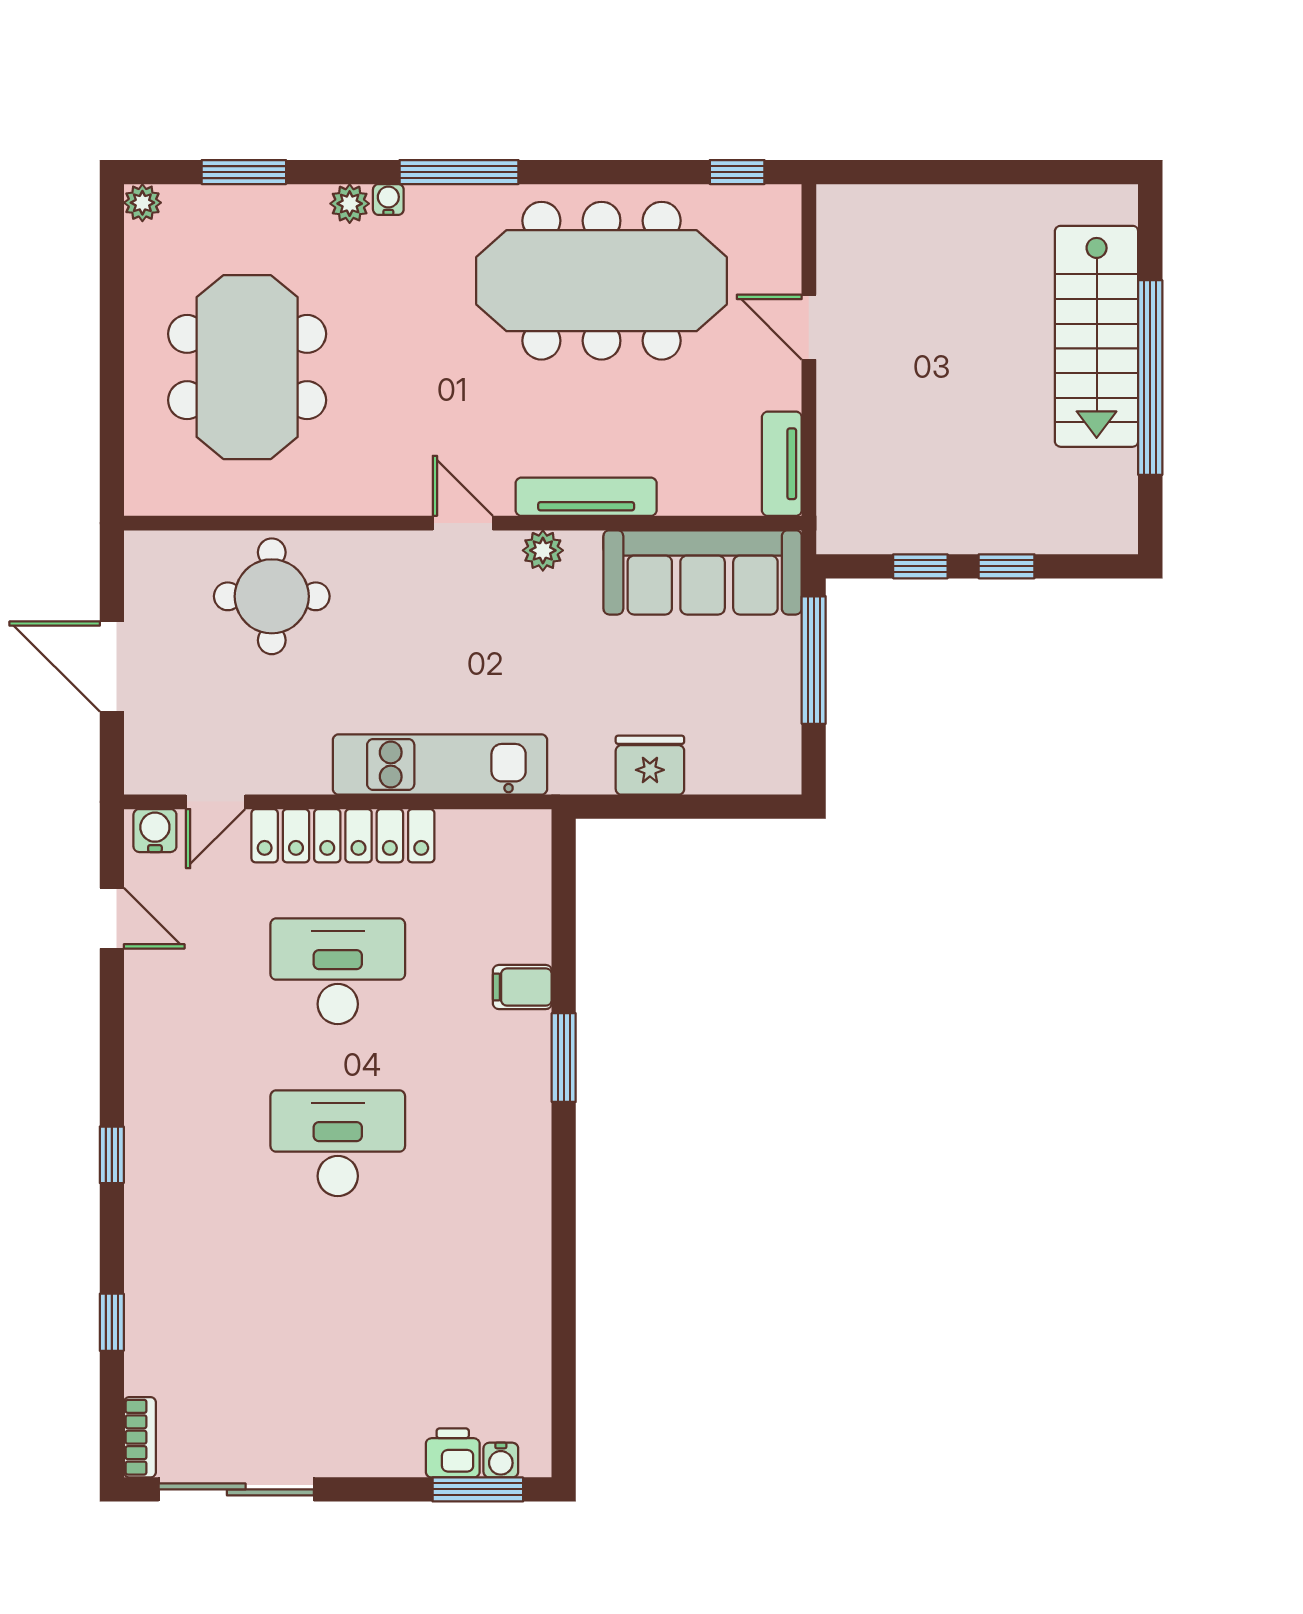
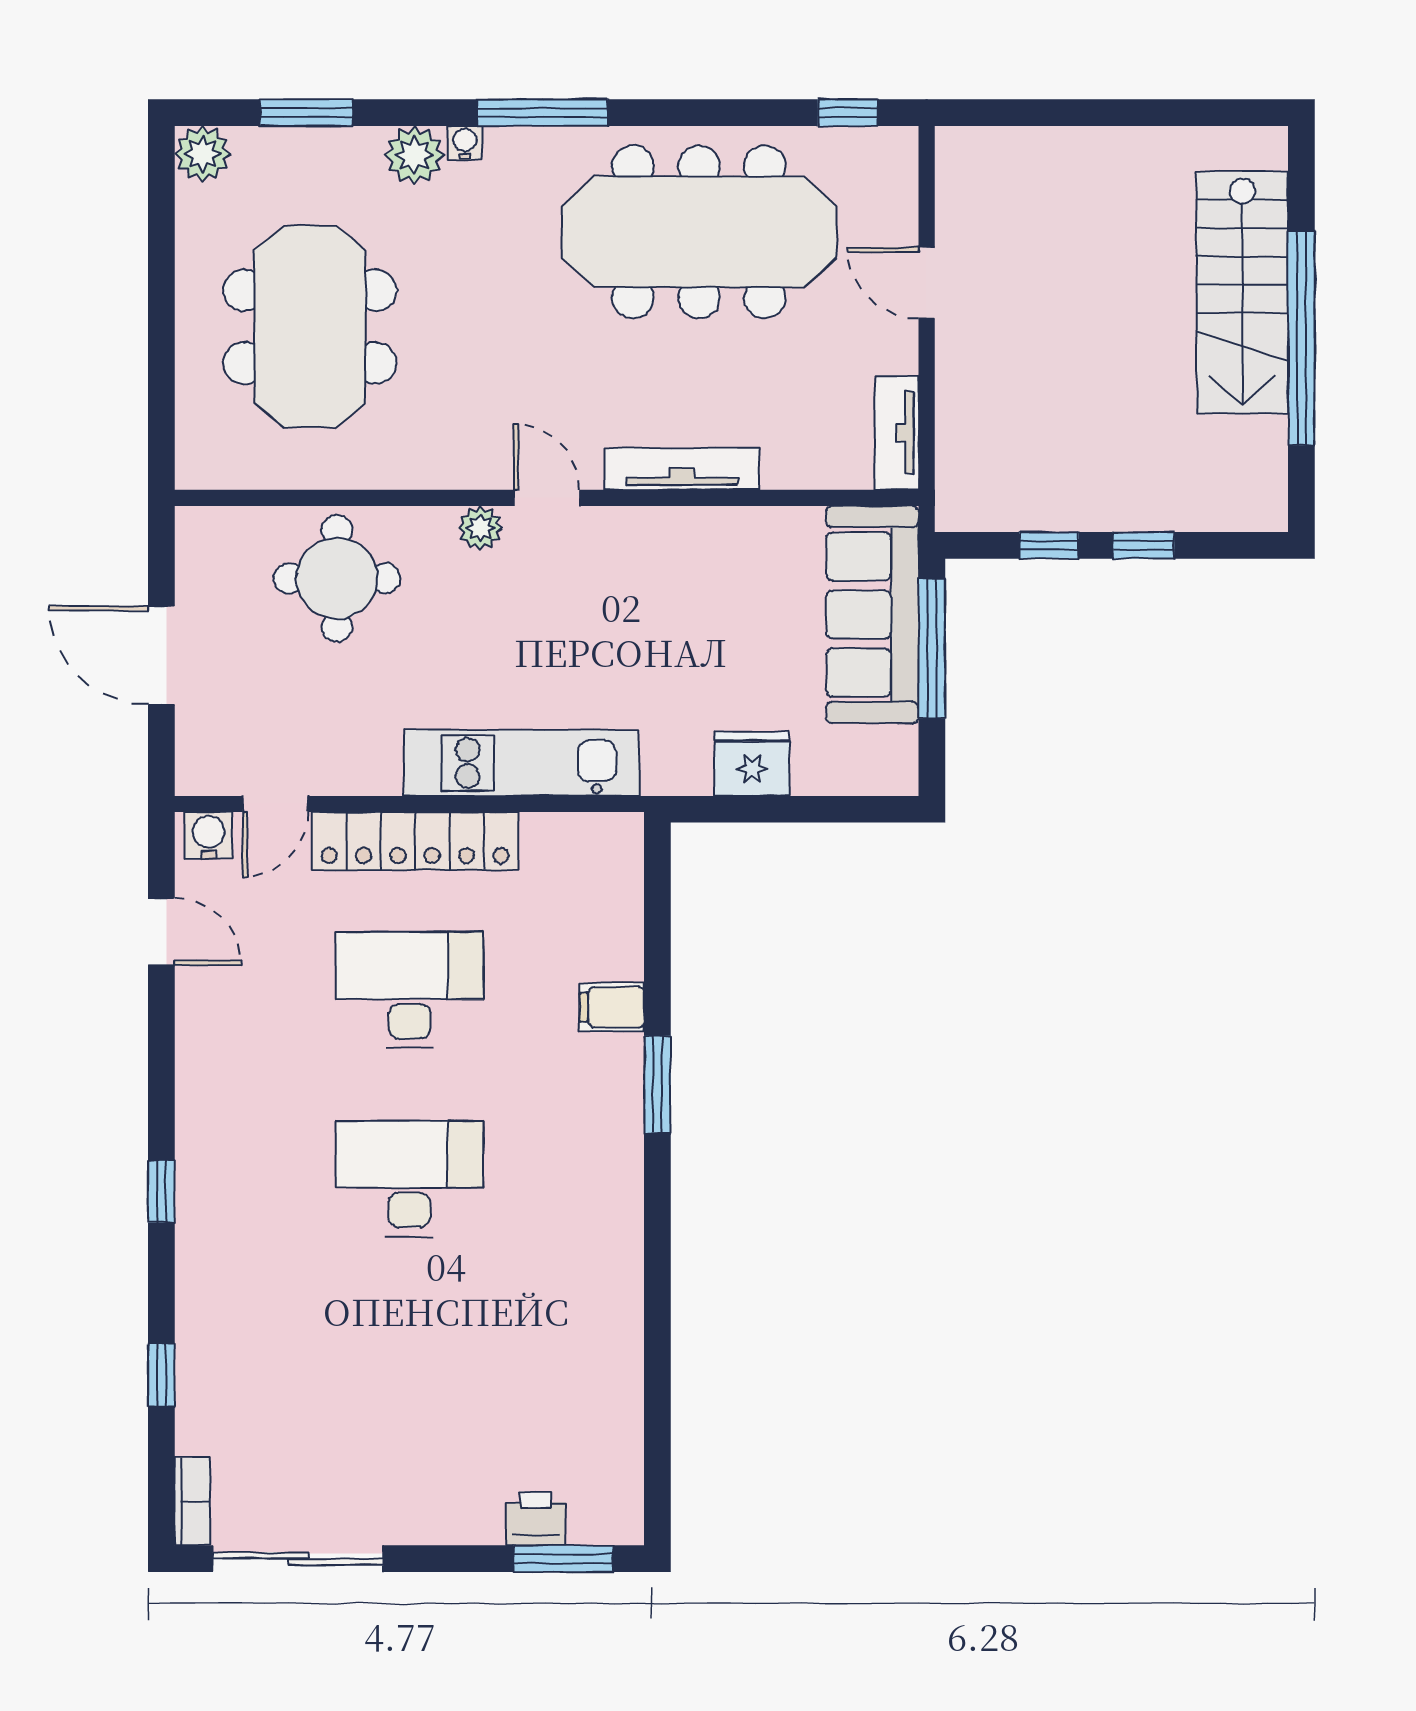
plant: (142, 203) -> (203, 154), width x1.38, depth x1.38
plant: (350, 204) -> (414, 155), width x1.38, depth x1.38
plant: (543, 550) -> (480, 528), moved
sofa: (703, 572) -> (872, 615), moved, turned 90
water cooler: (501, 1460) -> (588, 1526), removed

